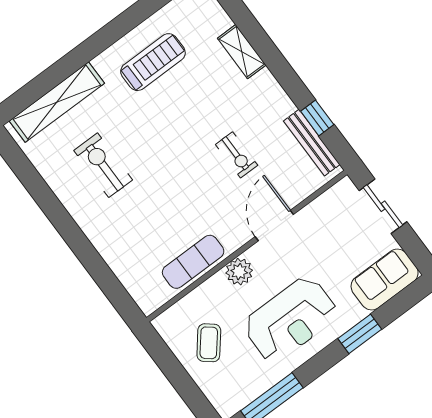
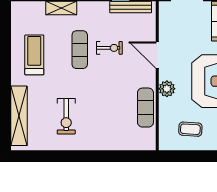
exercise mat: (205, 117) -> (80, 50), added
exercise bike: (103, 165) -> (66, 116), turned -90
coffee table: (209, 343) -> (190, 129), turned -35

